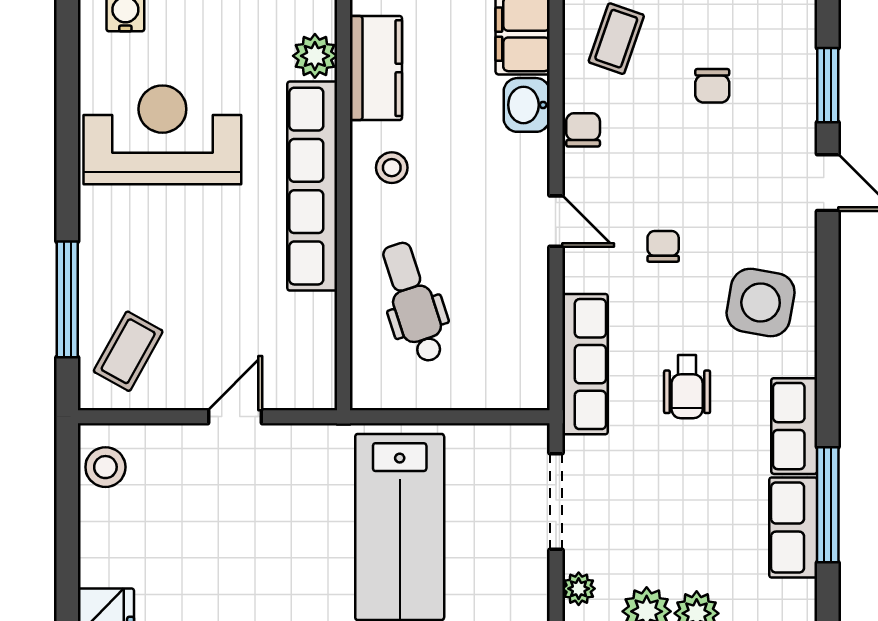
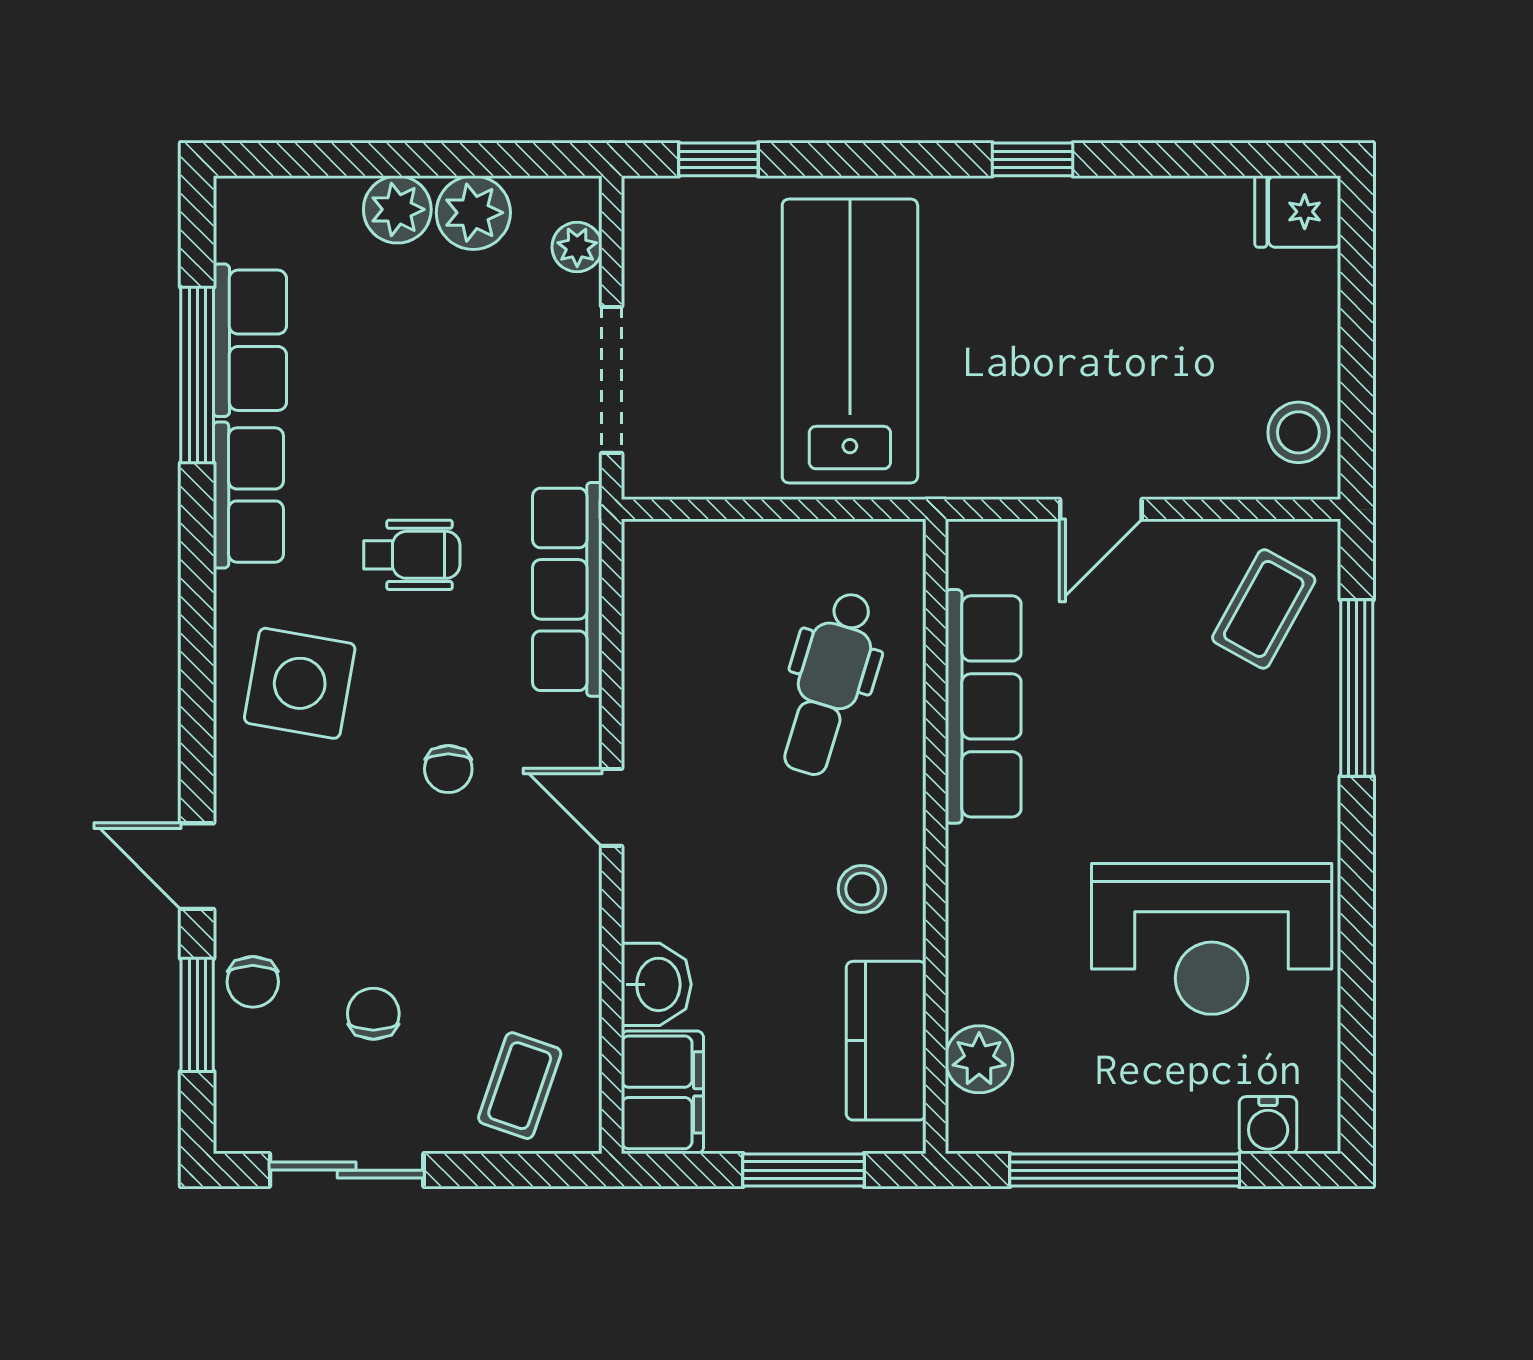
chair: (583, 130) -> (253, 982), moved
row of seats: (312, 186) -> (983, 706), moved, width x0.73
dental chair: (413, 302) -> (829, 684), turned 35
wheelchair: (687, 387) -> (412, 555), turned 90

